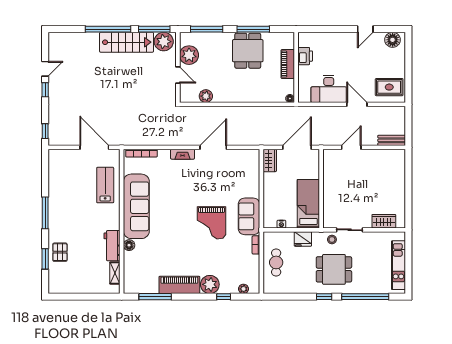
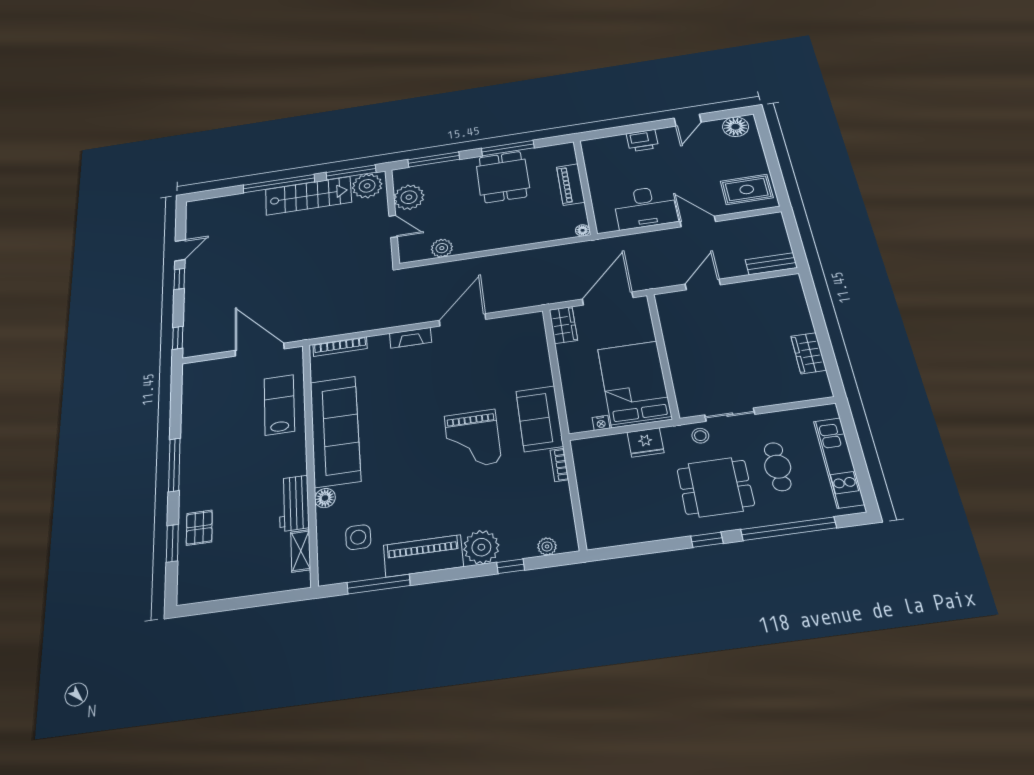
printer: (305, 56) -> (642, 141), moved, turned 90
bed: (308, 204) -> (635, 384), width x1.50
wardrobe: (384, 221) -> (809, 353), moved, turned -90
cafe table: (276, 262) -> (778, 467), moved
side table: (146, 270) -> (358, 537), added

